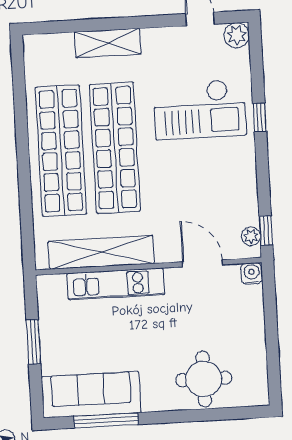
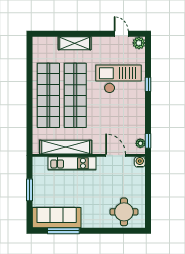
checkout: (200, 110) -> (119, 79), turned 180
round table: (204, 379) -> (124, 212), moved

